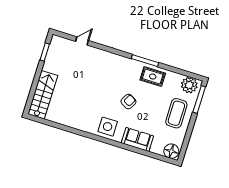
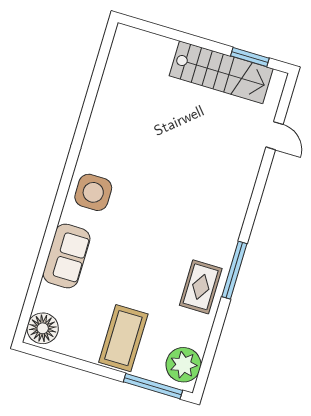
stairs: (43, 95) -> (221, 72), moved
armchair: (128, 102) -> (147, 236), removed
coffee table: (176, 113) -> (123, 338), turned 90

